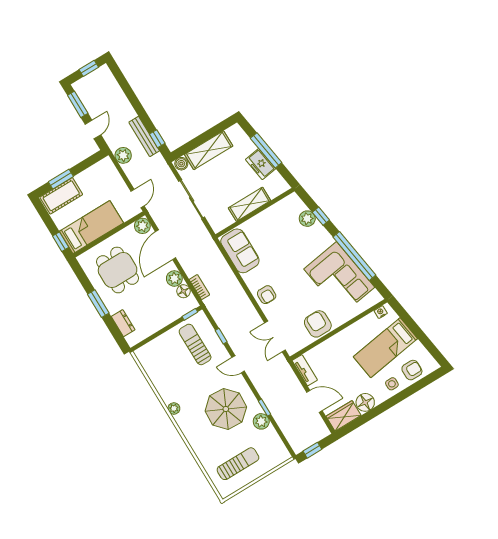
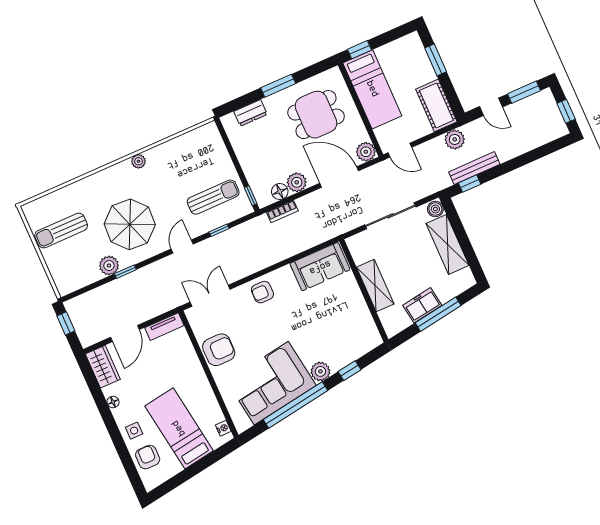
cot: (61, 196) -> (436, 105), moved
plant: (307, 219) -> (320, 371), moved
armchair: (412, 370) -> (148, 457), turned 180
floor lamp: (365, 402) -> (113, 402), width x0.53, depth x0.53
sun lounger: (238, 464) -> (61, 231), turned 90

